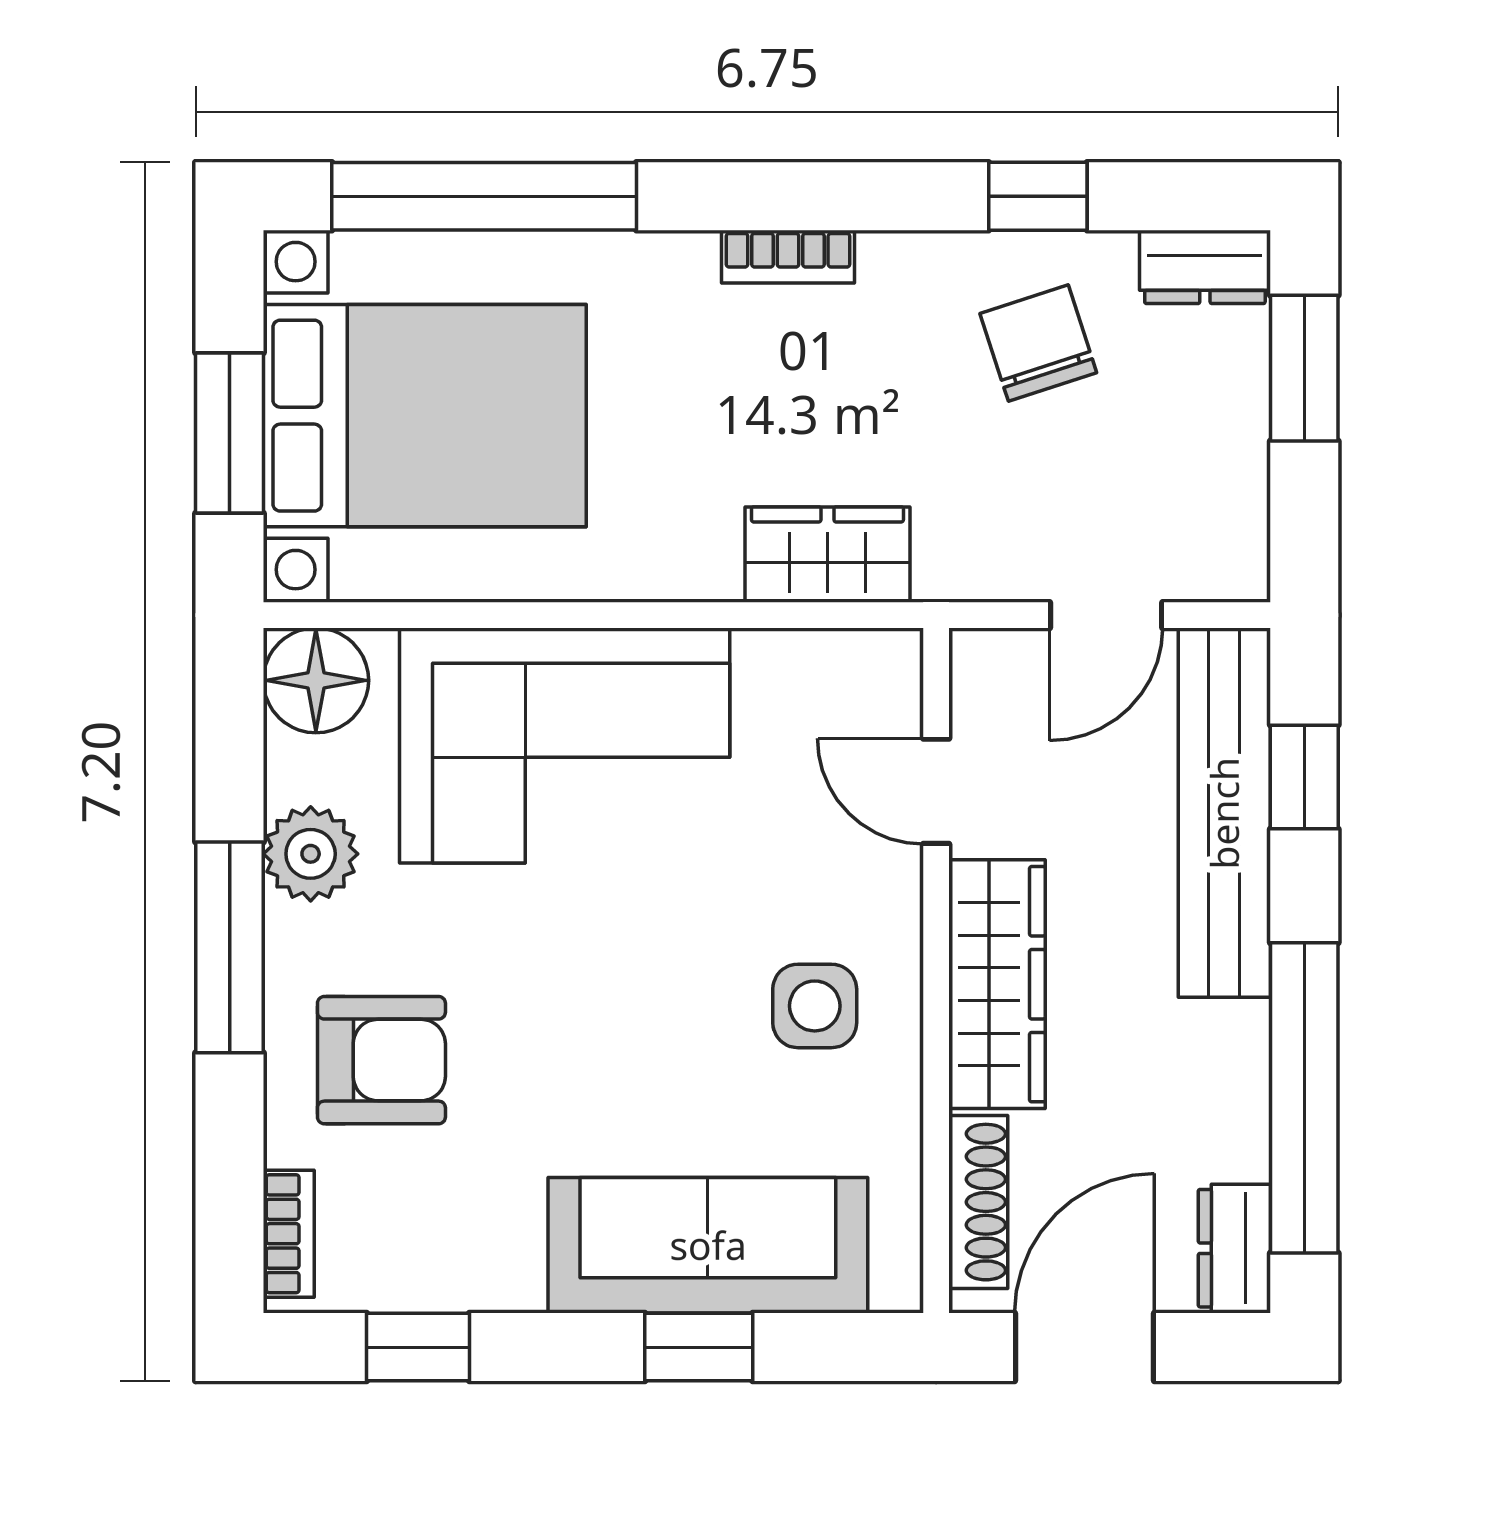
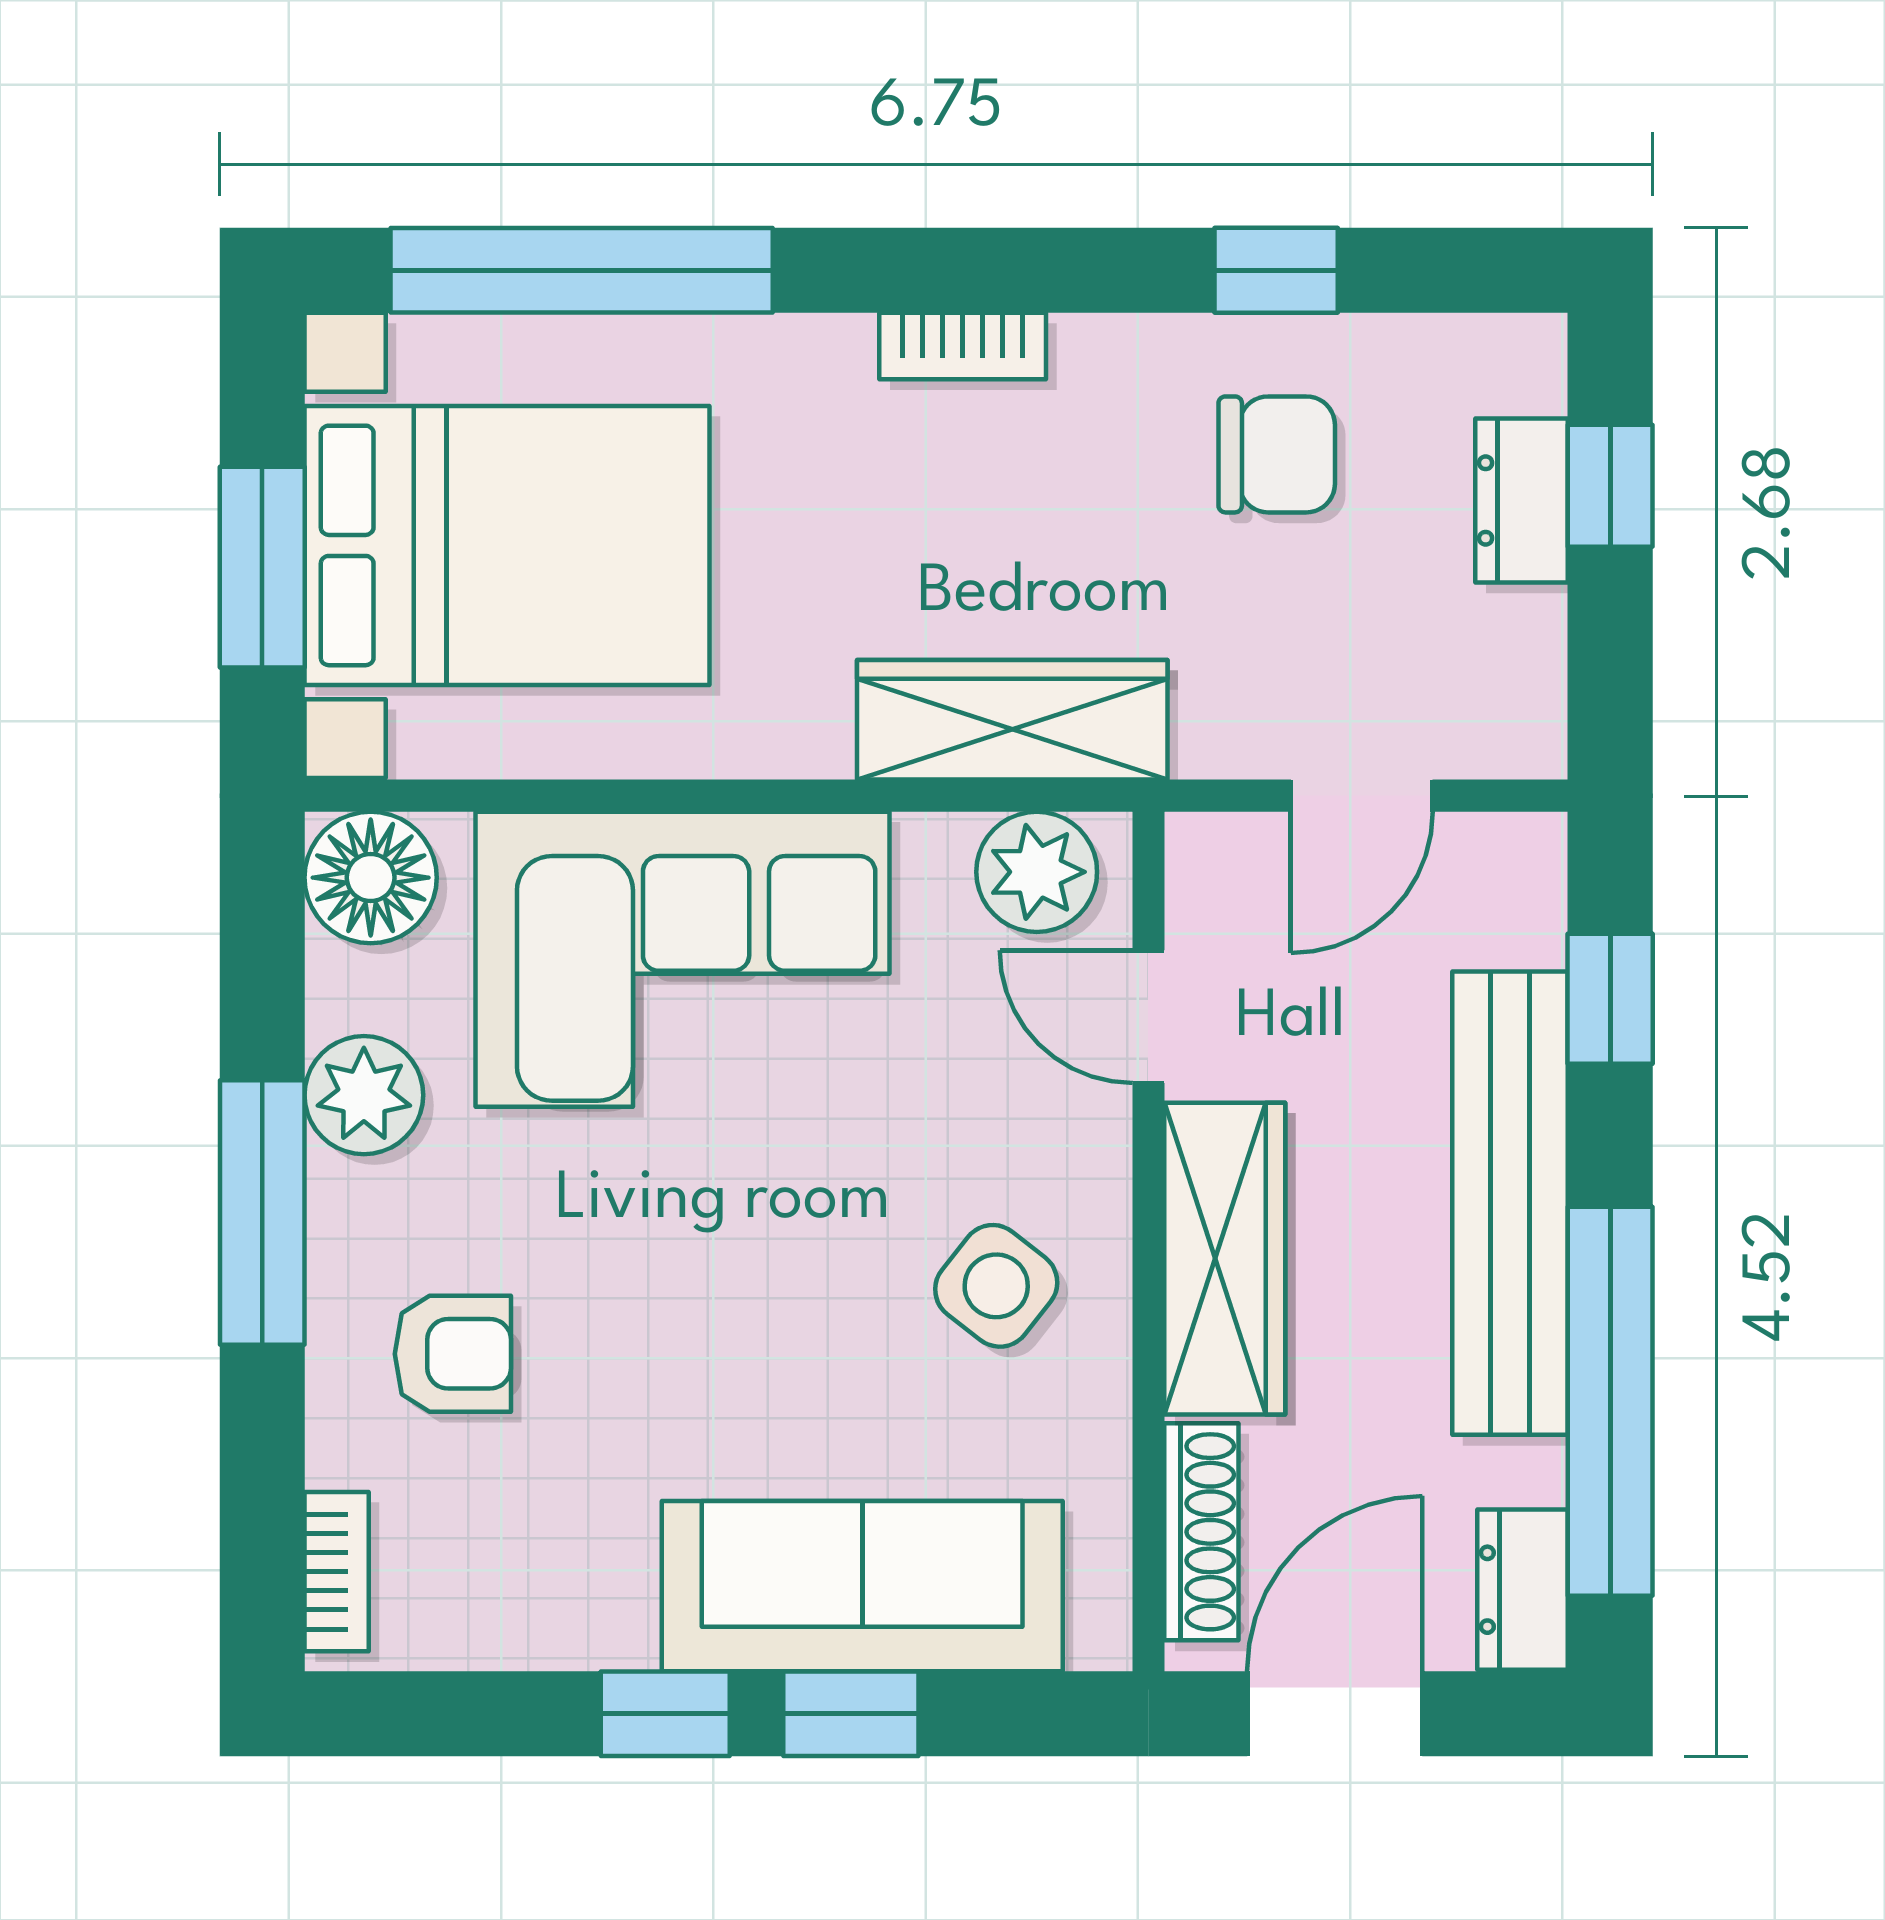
dresser: (1205, 267) -> (1522, 501), moved, turned 90
chair: (1038, 343) -> (1277, 454), turned 108
window: (1304, 368) -> (1610, 486), width x0.67
wardrobe: (827, 555) -> (1012, 720), width x1.50
plant: (847, 676) -> (1037, 872), added
bench: (1224, 813) -> (1510, 1203), moved
side table: (815, 1006) -> (996, 1286), turned 38
armchair: (381, 1060) -> (453, 1354), width x0.72, depth x0.72
window: (418, 1347) -> (665, 1714), moved

